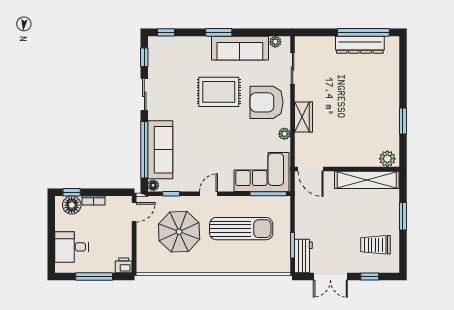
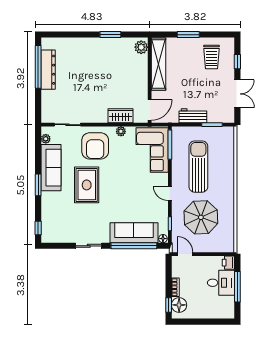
window: (144, 57) -> (58, 246), removed
wardrobe: (303, 117) -> (121, 116), moved
desk: (71, 247) -> (221, 283), moved, turned -90
workbench: (303, 256) -> (193, 116), moved

